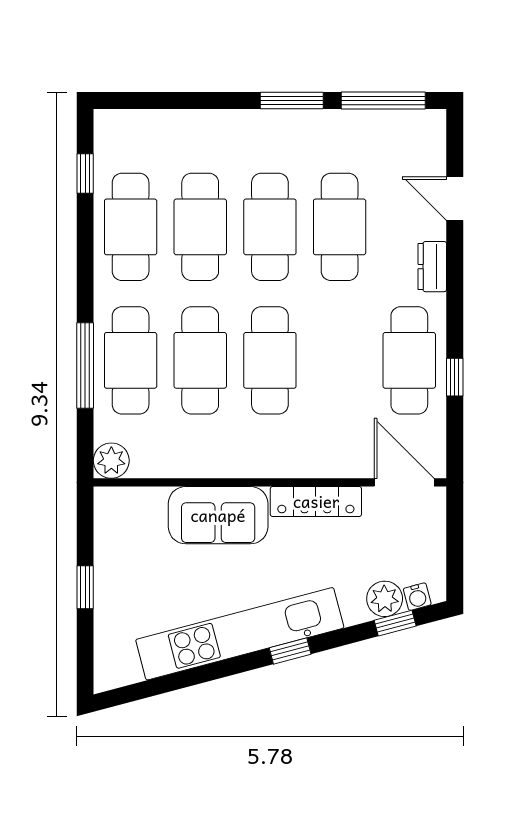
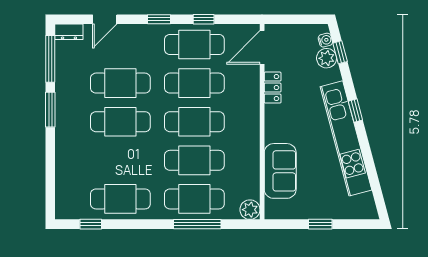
cafe table: (200, 227) -> (194, 83), moved
dresser: (432, 267) -> (69, 32), moved
window: (455, 296) -> (159, 19), added
locker: (316, 501) -> (273, 88), width x0.66
sofa: (218, 515) -> (280, 171), moved

